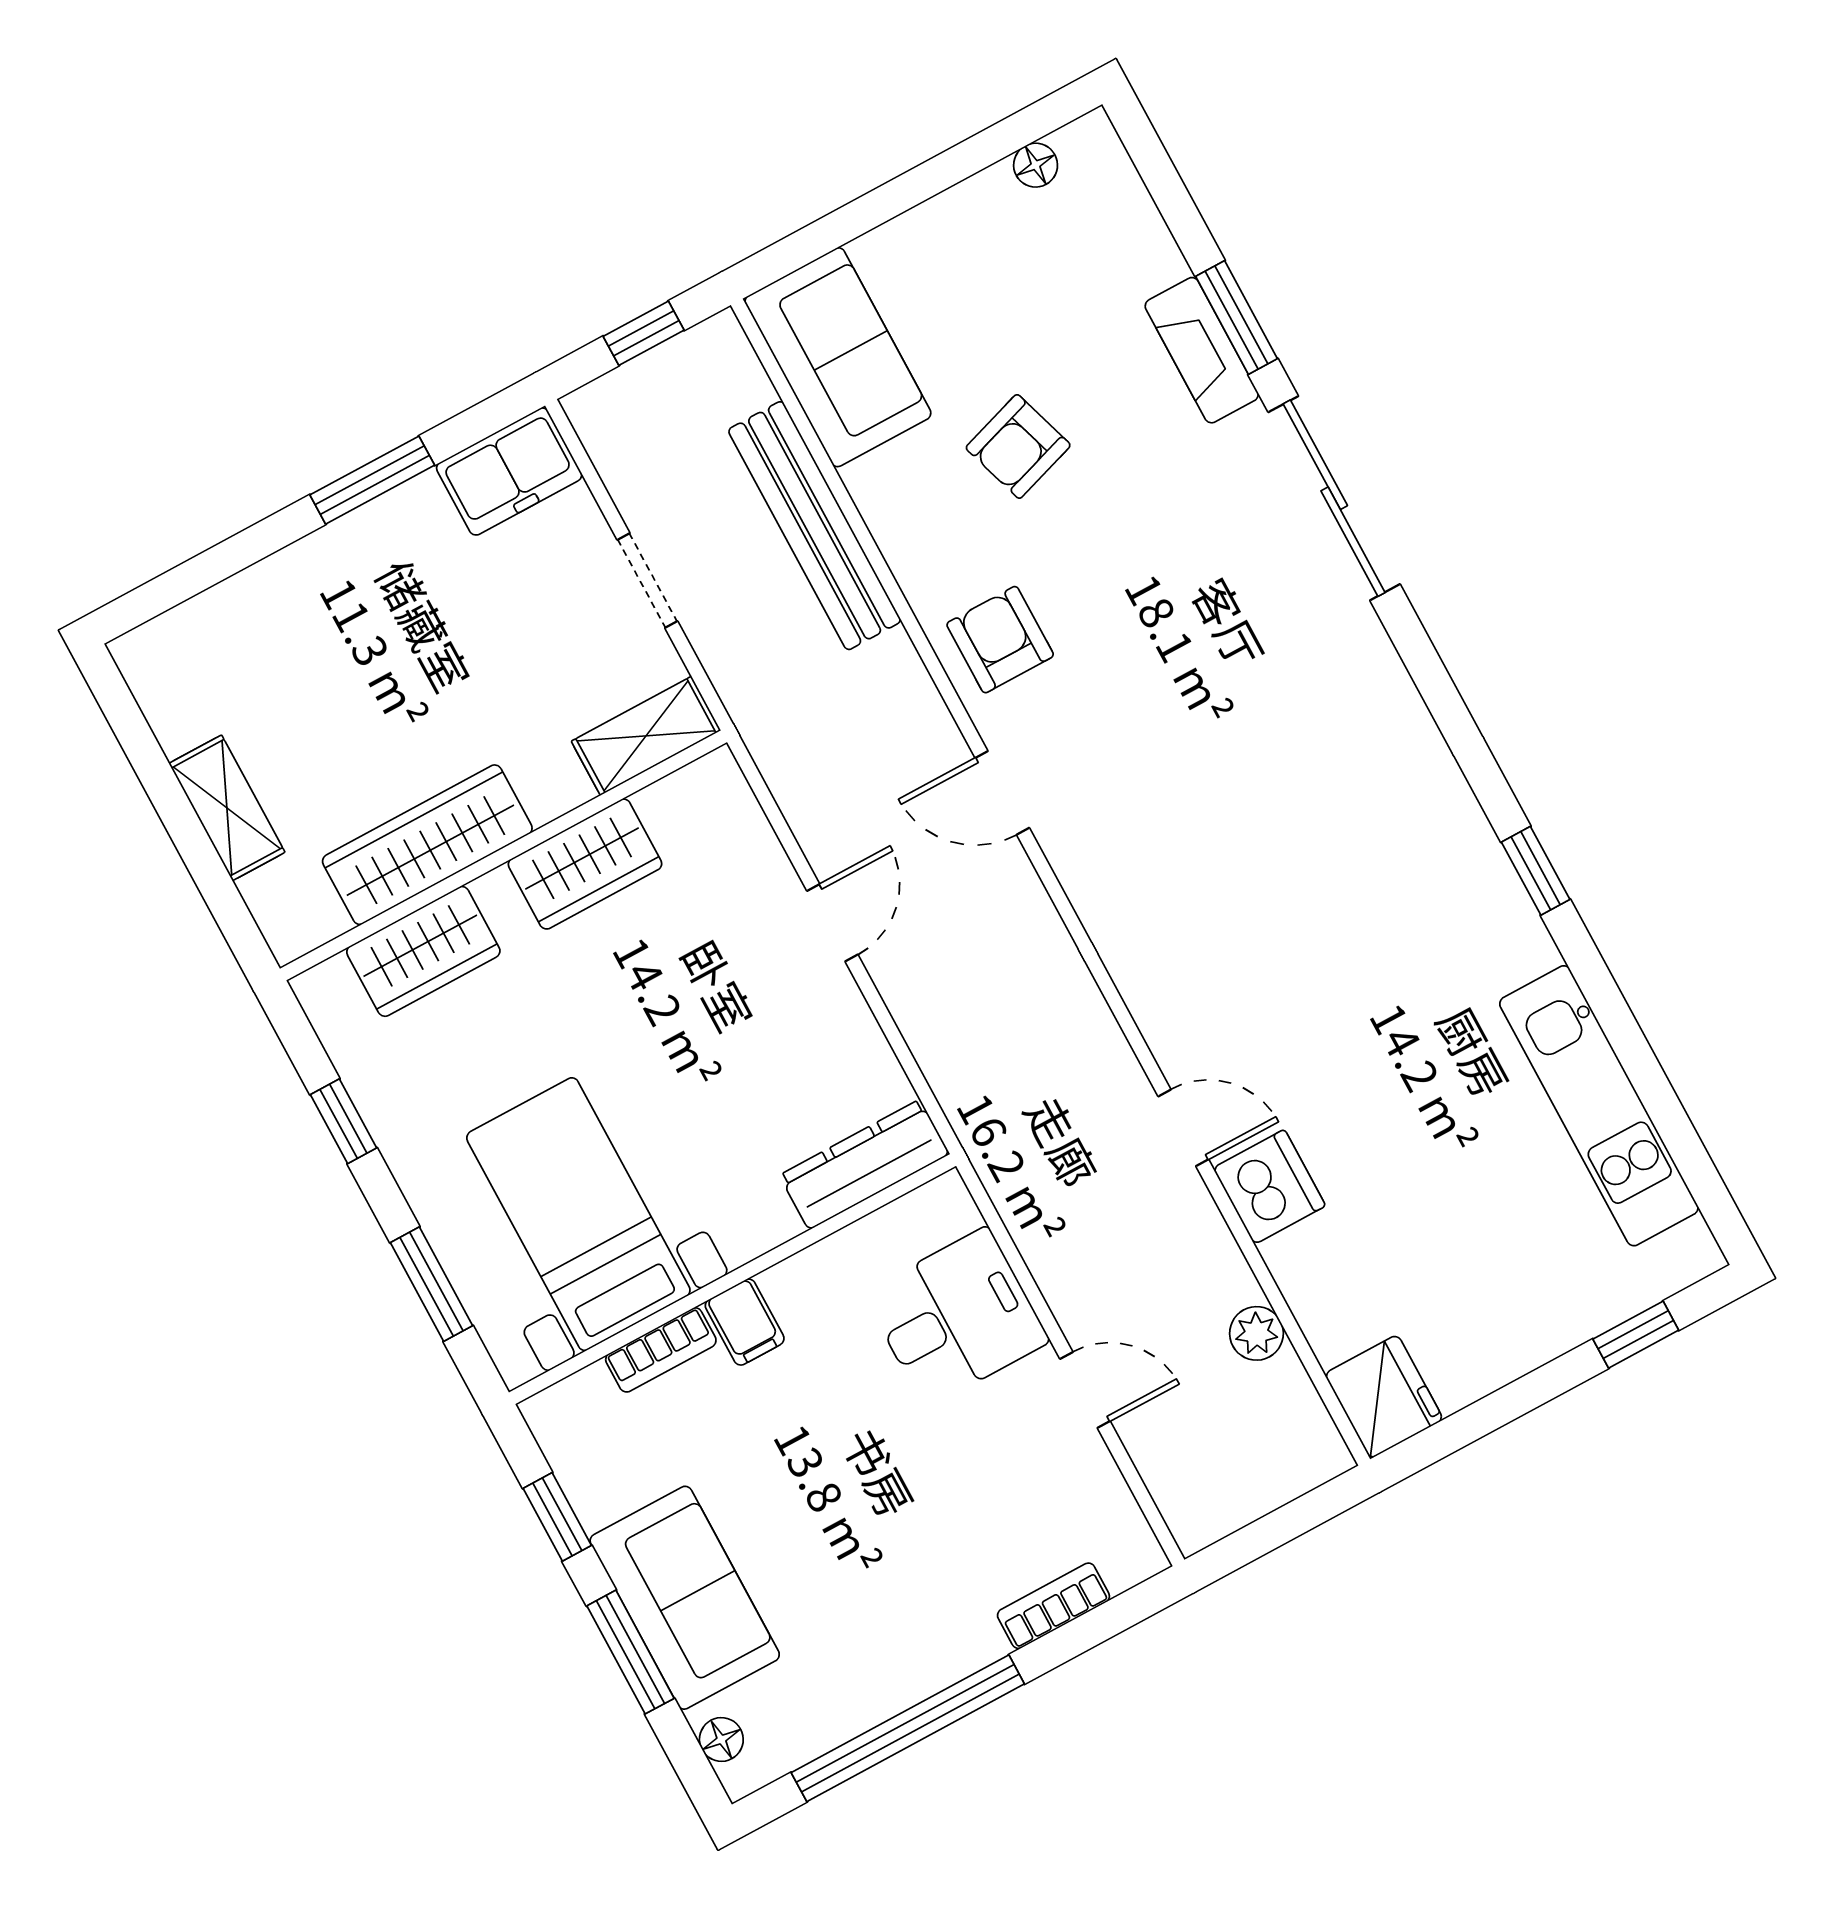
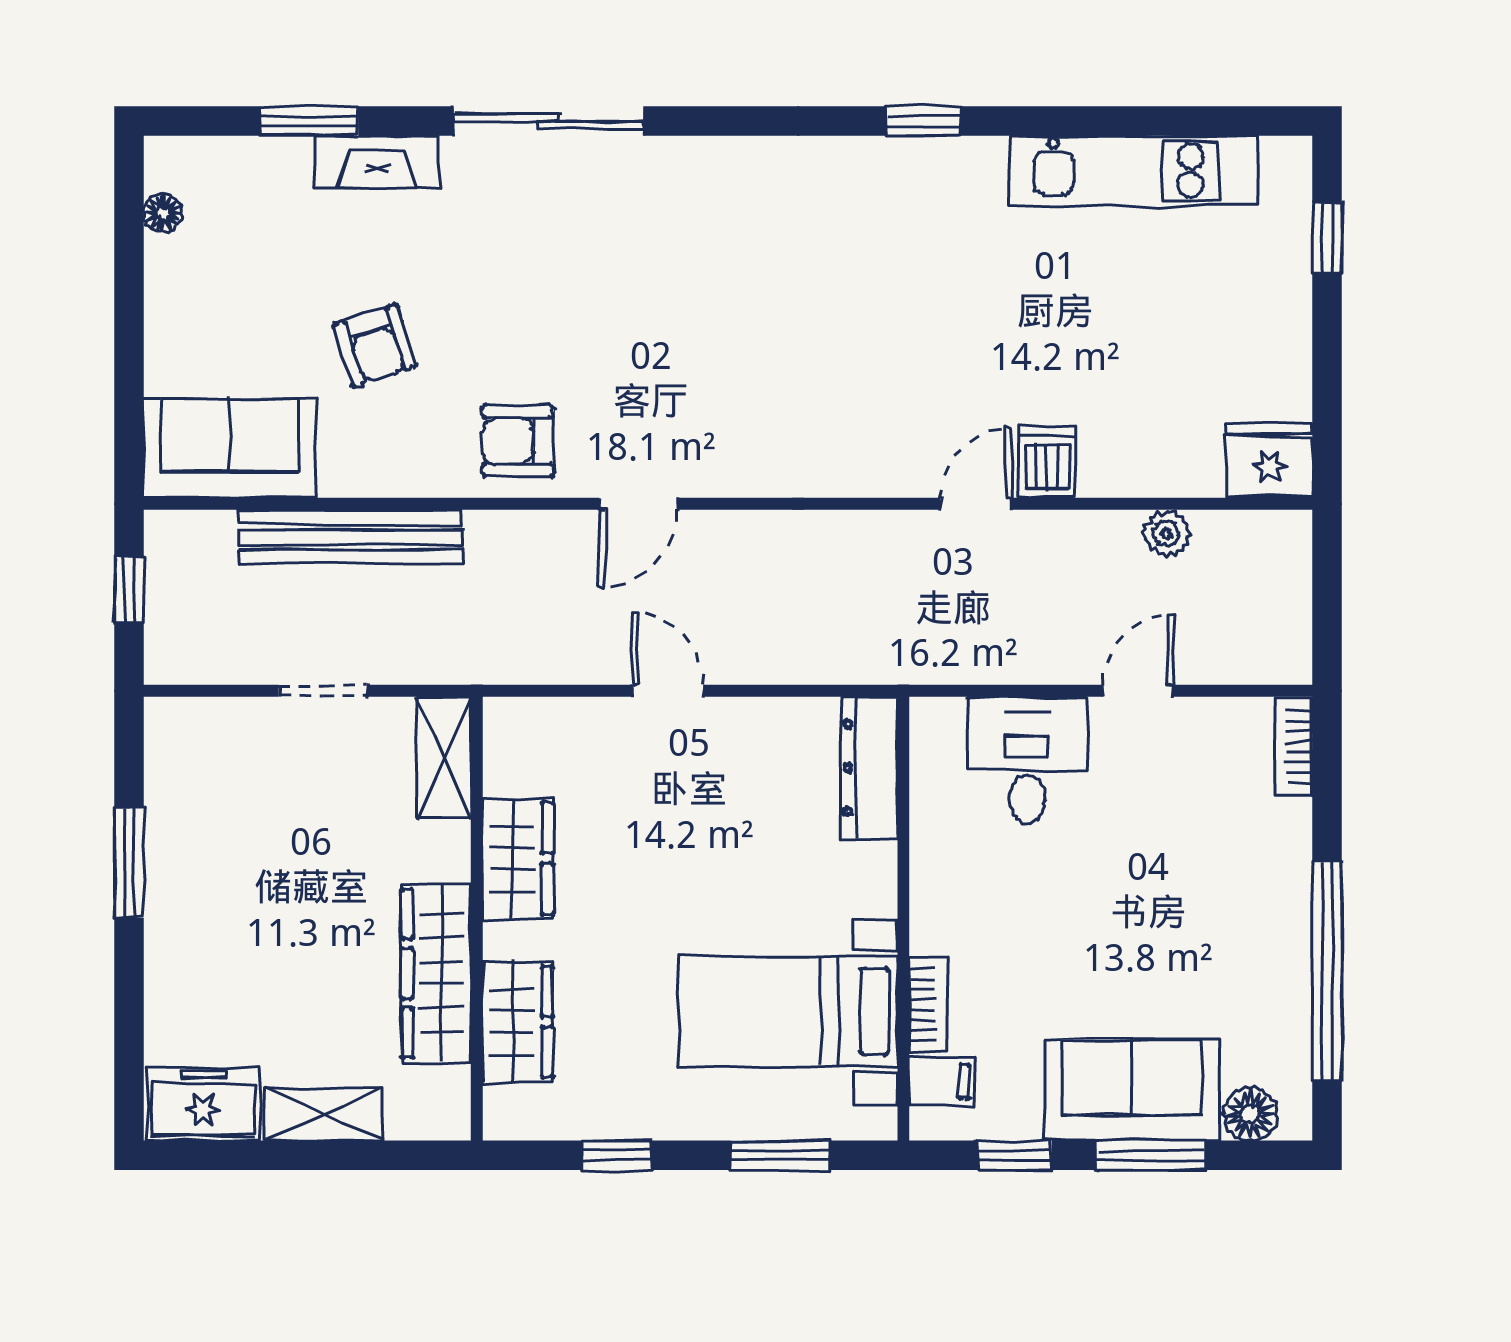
window: (1236, 317) -> (309, 121), moved
freezer: (509, 471) -> (203, 1104), moved, turned -90
dishwasher: (1269, 1187) -> (1047, 462), width x0.73
filing cabinet: (745, 1322) -> (942, 1081), moved
bookcase: (1053, 1606) -> (1293, 747), moved
floor lamp: (721, 1739) -> (1250, 1114), width x1.37, depth x1.37

